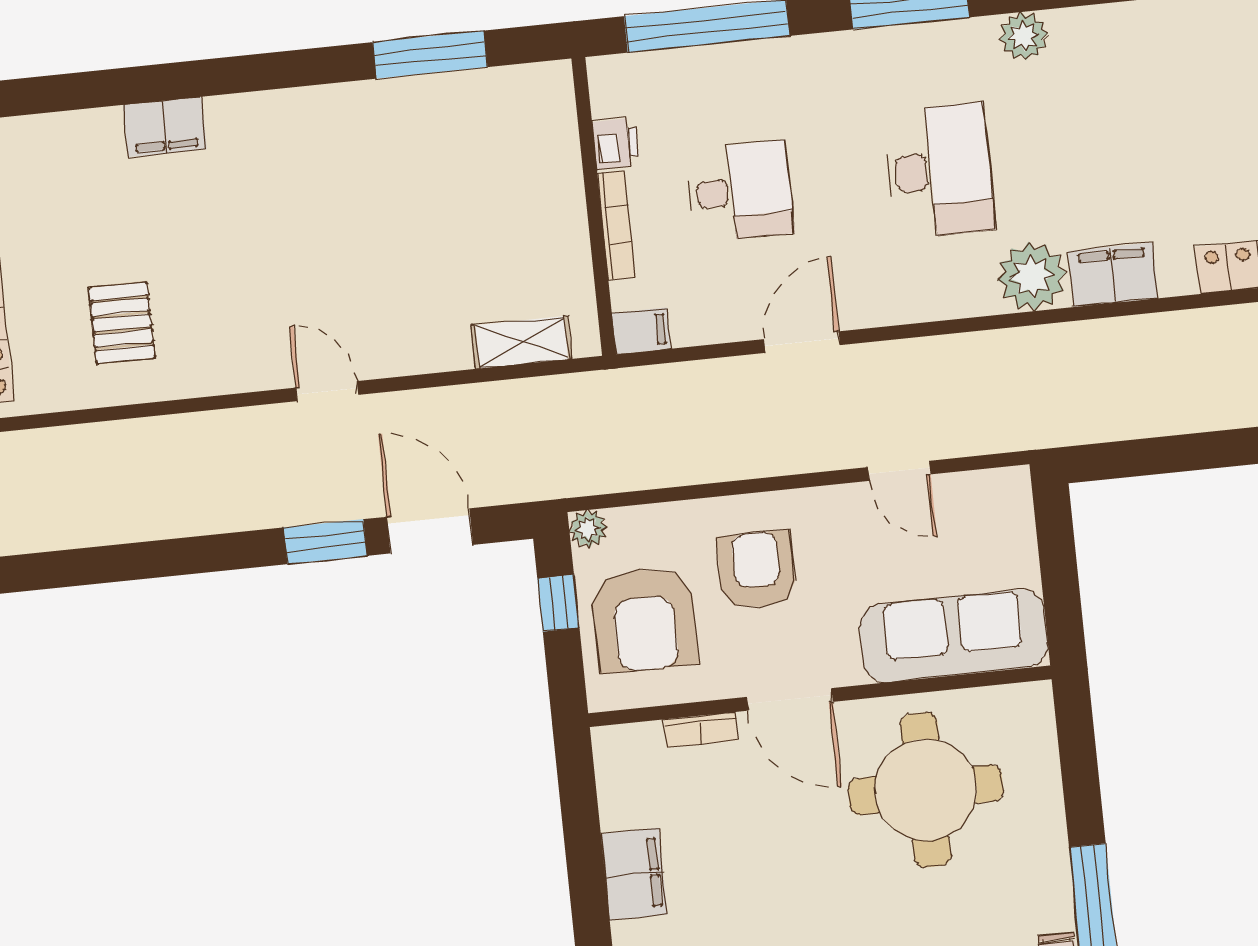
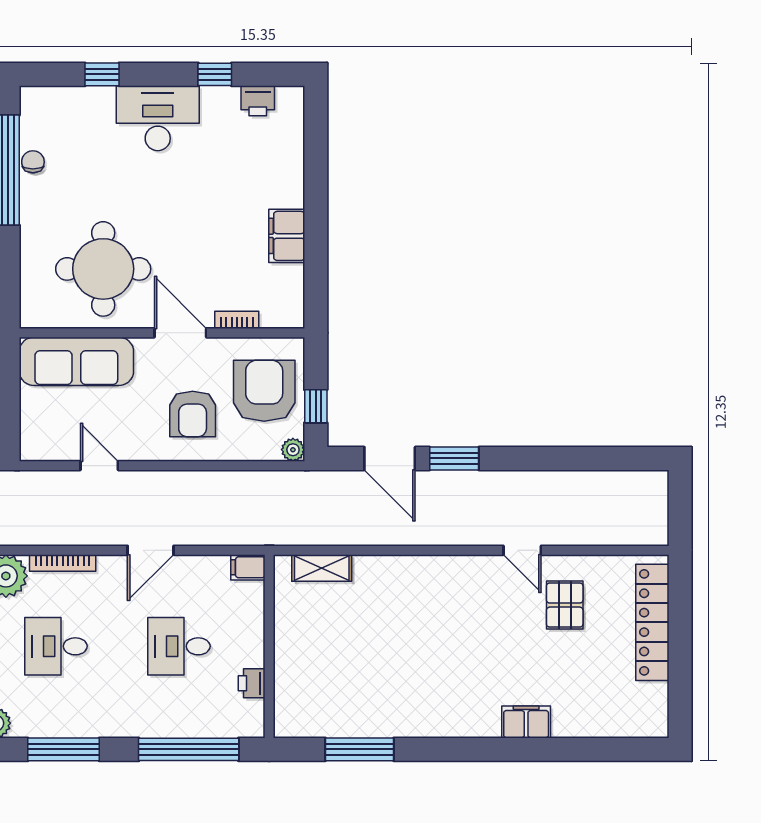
desk: (939, 171) -> (56, 646), width x0.73
bookcase: (616, 225) -> (63, 563), moved, turned -90
door: (327, 391) -> (522, 550), moved

